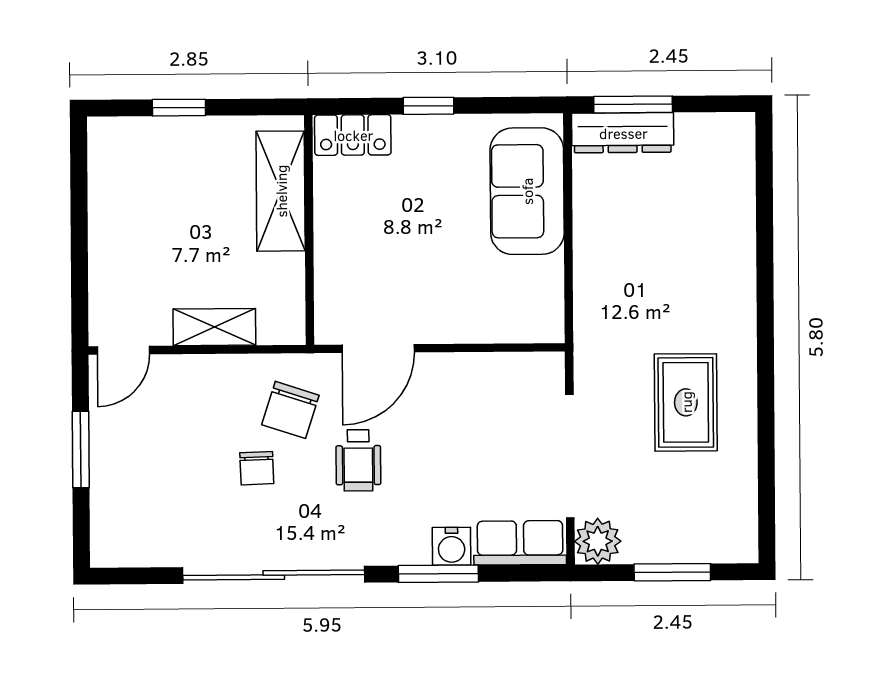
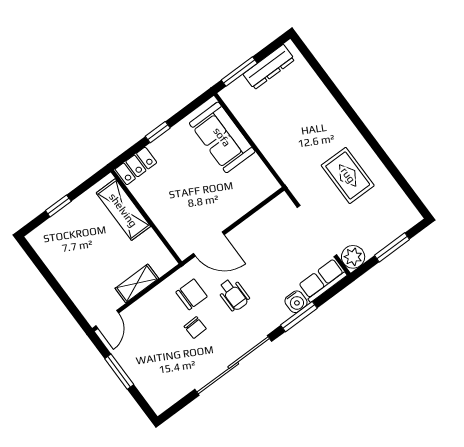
dresser: (623, 133) -> (269, 67), moved
door: (378, 349) -> (209, 244), hinge flipped
chair: (290, 410) -> (192, 294), turned -108

